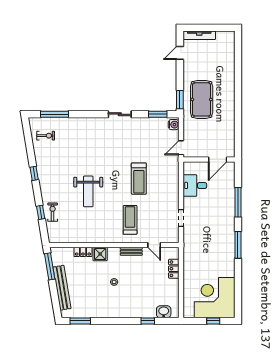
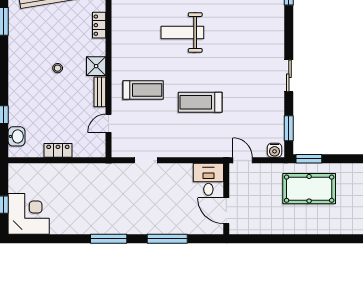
desk: (195, 185) -> (208, 179), moved
shower: (100, 254) -> (96, 66), moved
locker: (174, 269) -> (58, 150), moved
corner desk: (215, 298) -> (29, 214), width x0.74, depth x0.74

